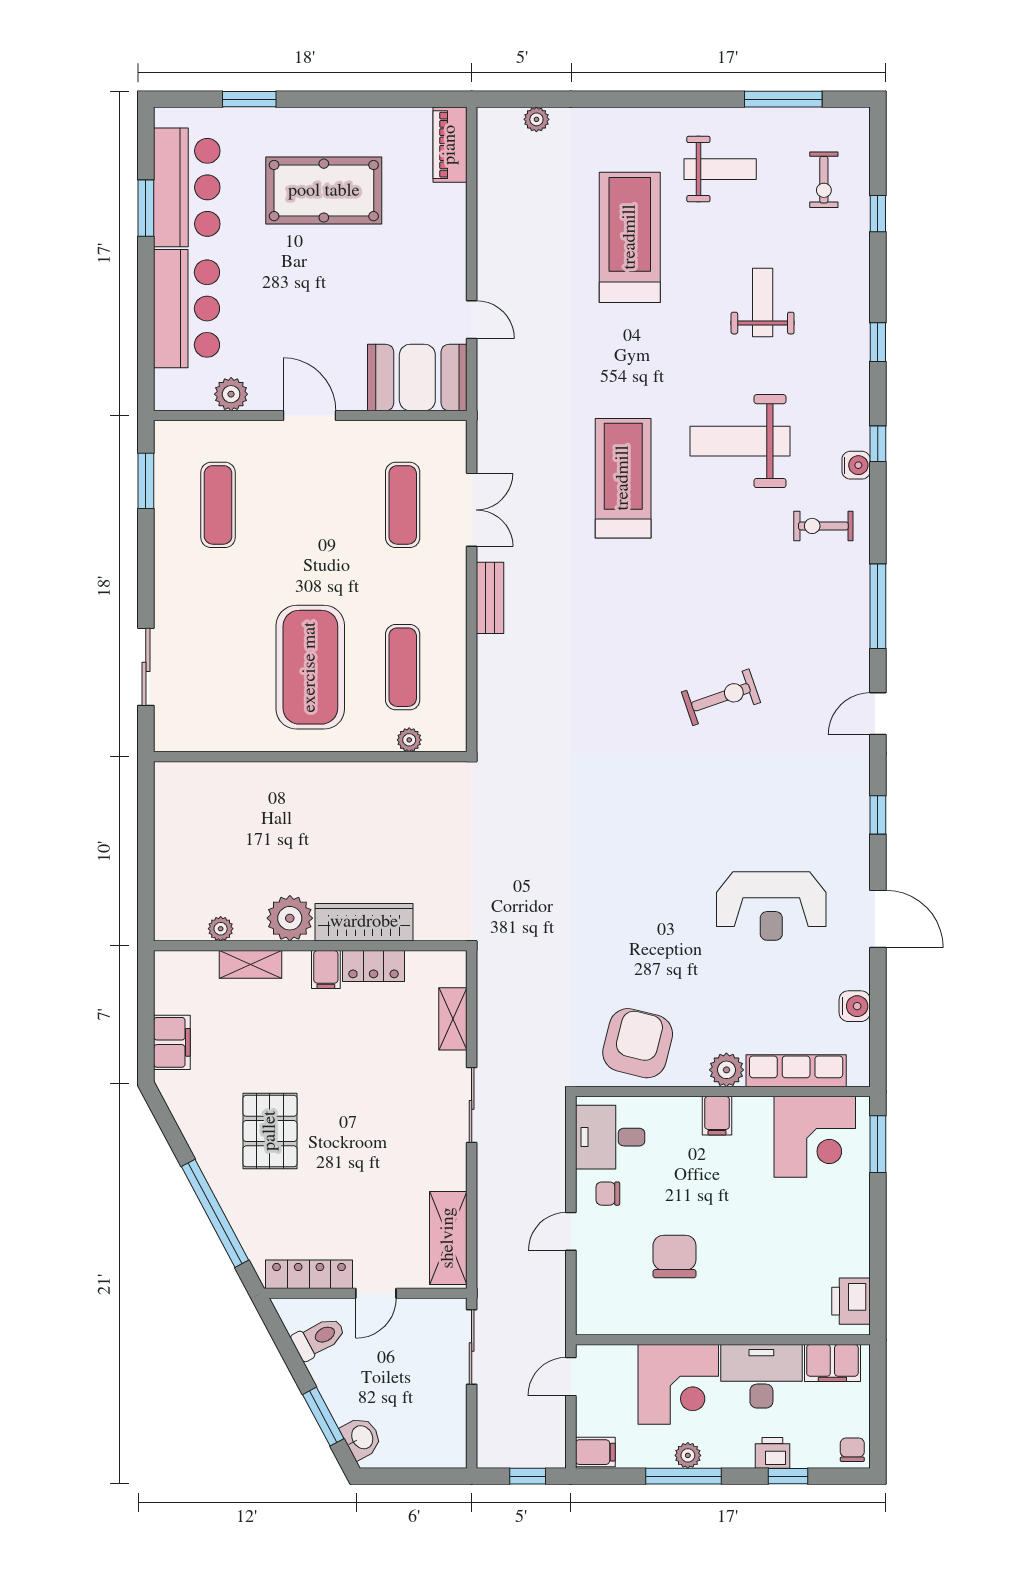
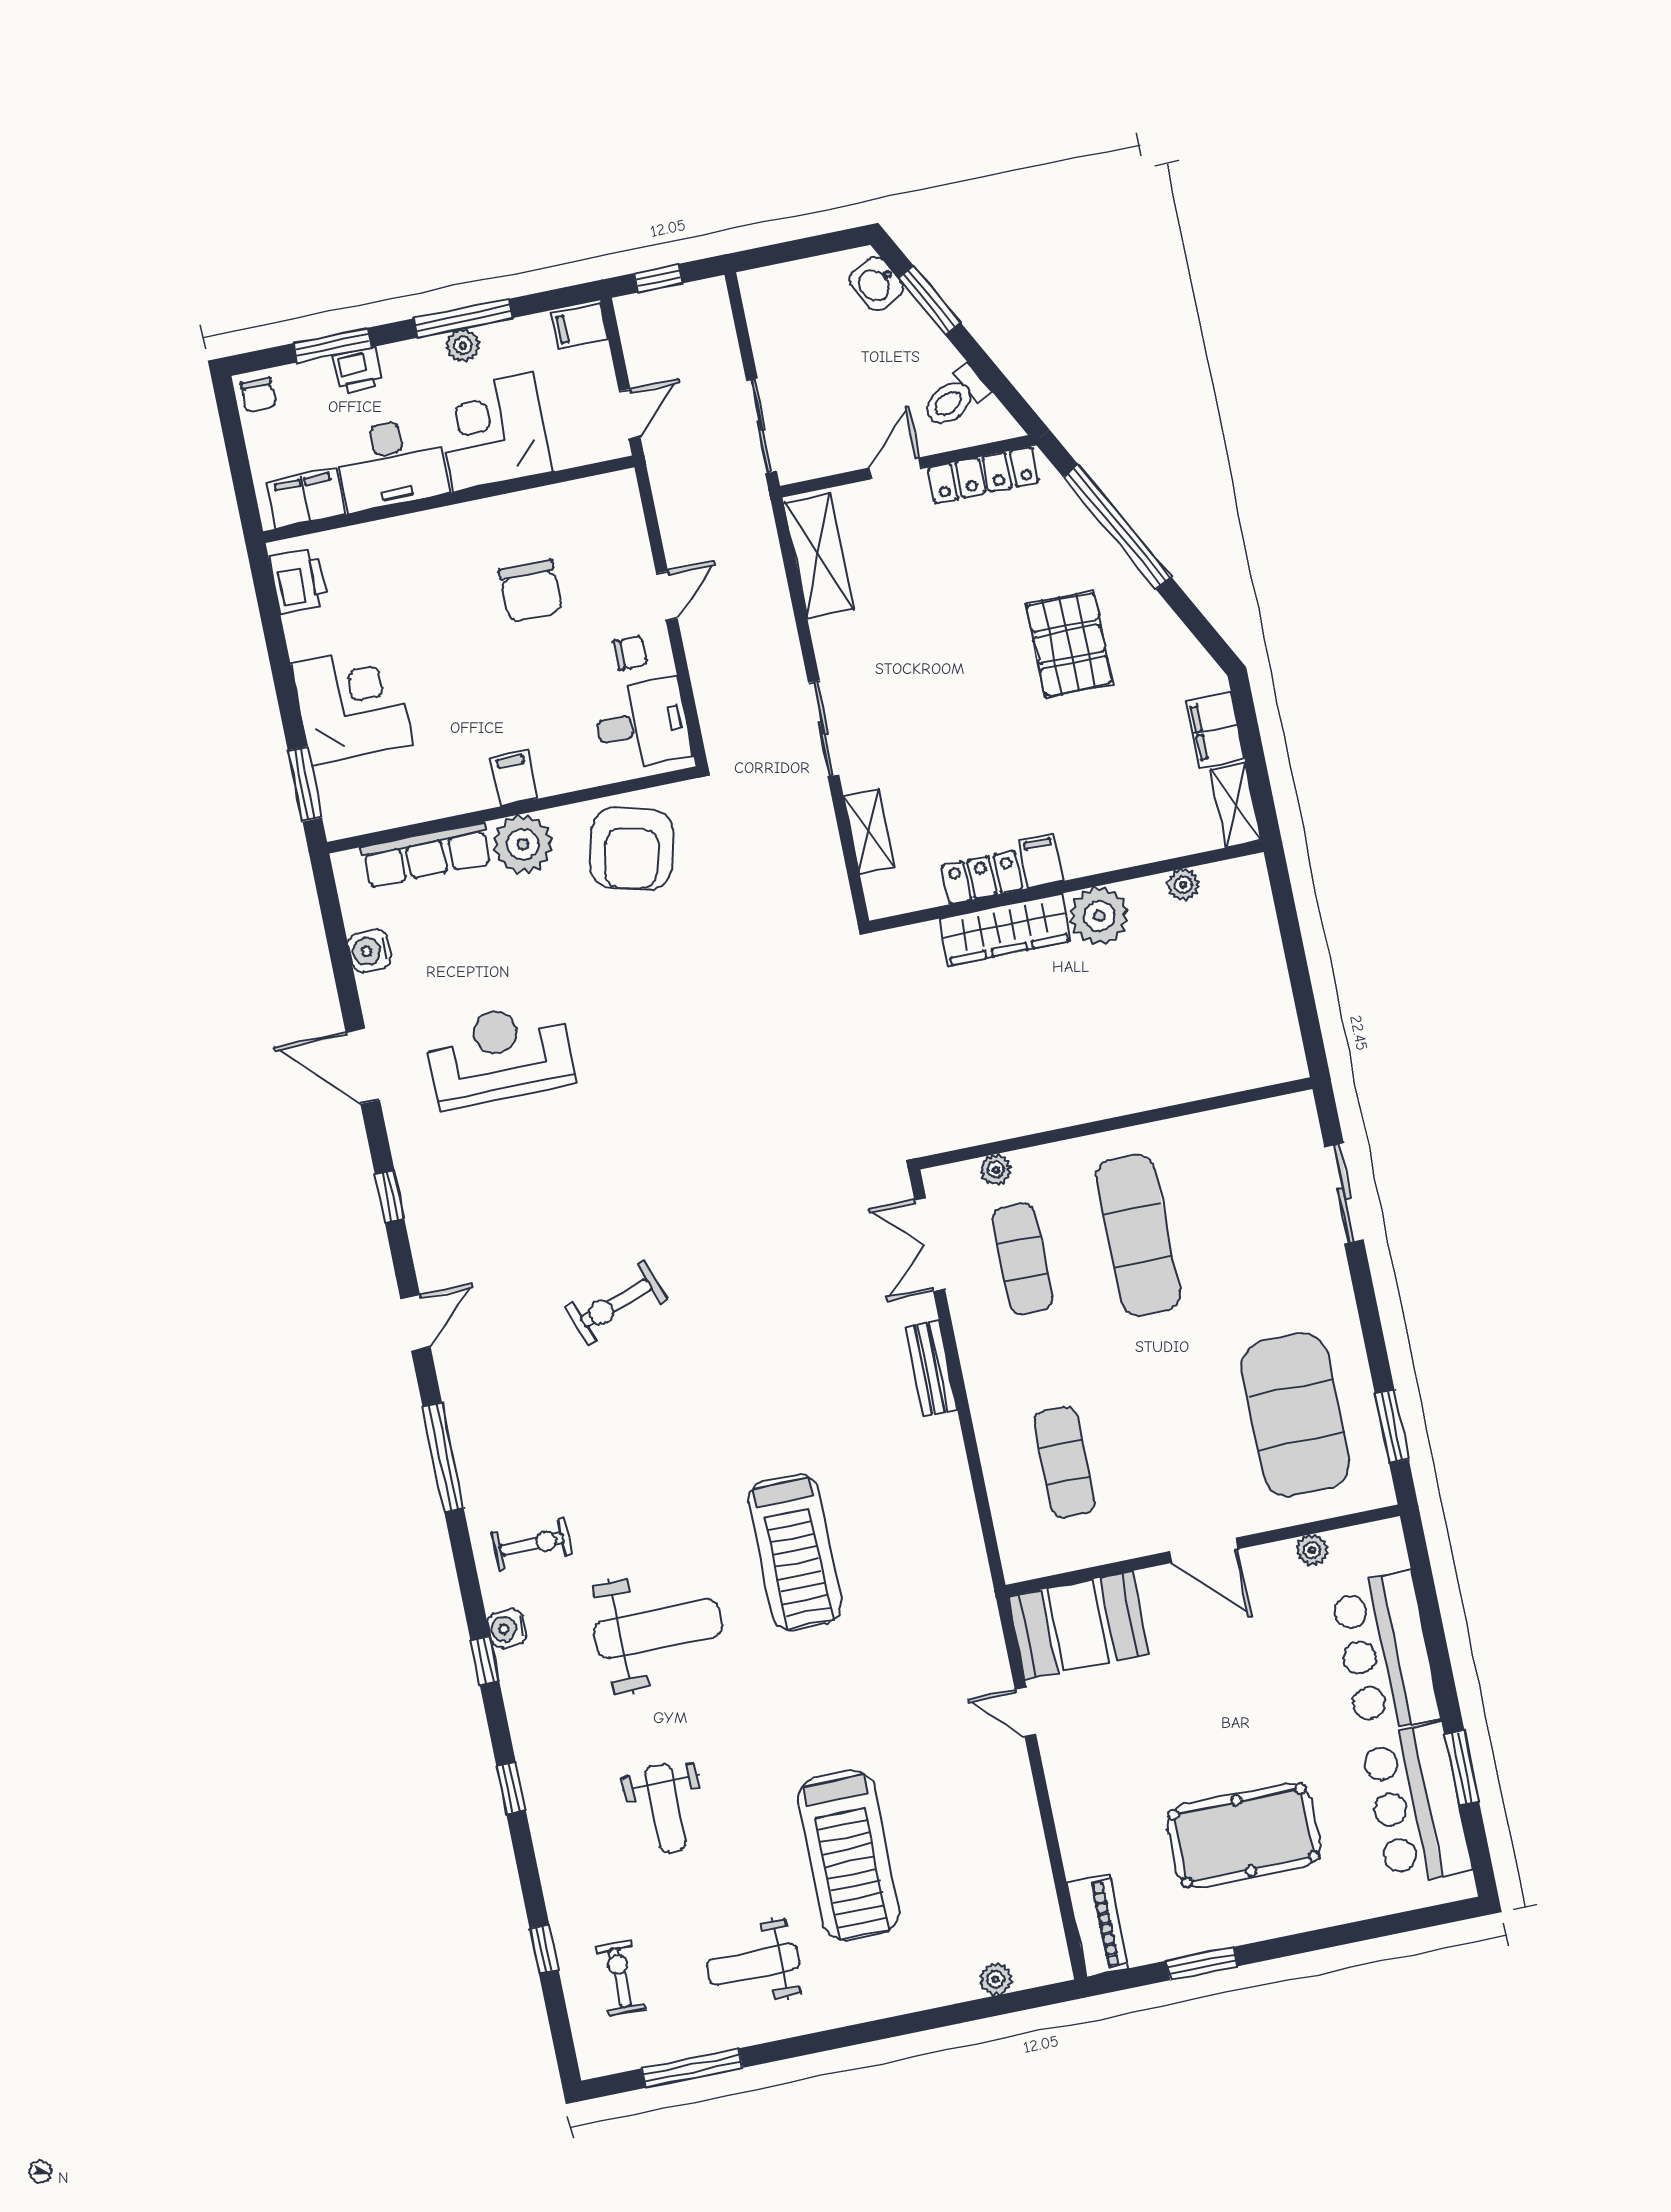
window: (249, 99) -> (1202, 1963), moved
plant: (231, 394) -> (1312, 1550), width x0.73, depth x0.73
exercise mat: (218, 505) -> (1295, 1415), width x2.00, depth x1.45
double door: (472, 510) -> (930, 1244), moved
exercise mat: (310, 667) -> (1138, 1235), width x0.68
shelving: (250, 964) -> (1236, 805), moved, turned 90
plant: (726, 1070) -> (523, 844), width x1.36, depth x1.36
corner desk: (815, 1137) -> (352, 704), moved, turned 90
window: (788, 1476) -> (332, 345), width x1.50

